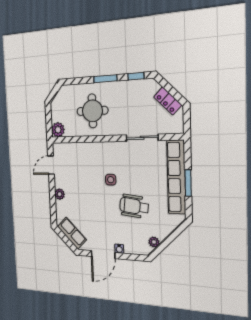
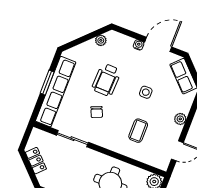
coffee table: (89, 170) -> (138, 131), added
chair: (131, 172) -> (97, 112), added
side table: (111, 180) -> (146, 92), moved
wheelchair: (134, 206) -> (106, 80), turned 85

